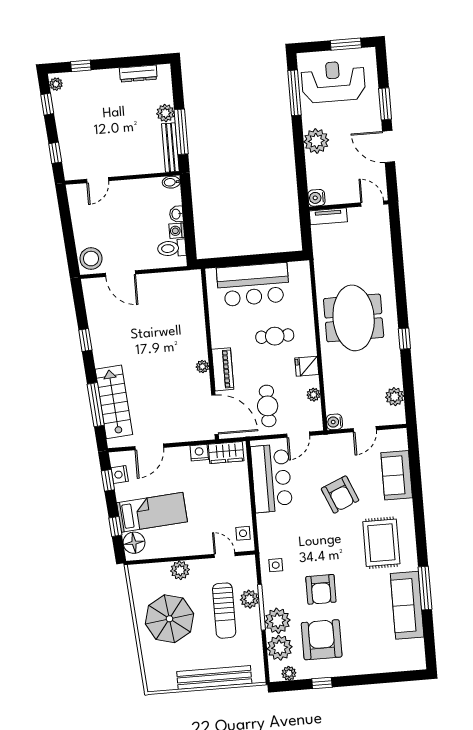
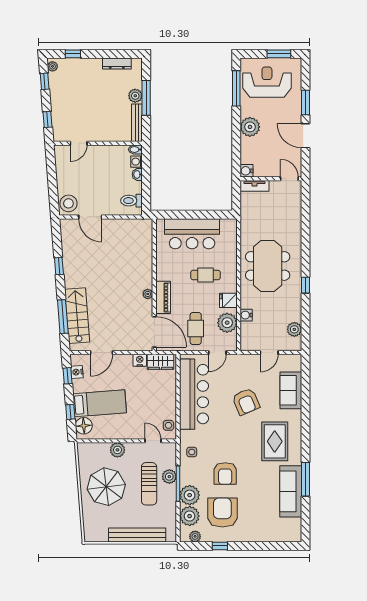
window: (181, 132) -> (146, 98), moved
washing machine: (177, 231) -> (137, 162), moved
plant: (314, 395) -> (227, 323), width x1.88, depth x1.88
water cooler: (334, 422) -> (246, 315), moved
bar counter: (271, 478) -> (194, 394), width x1.36

